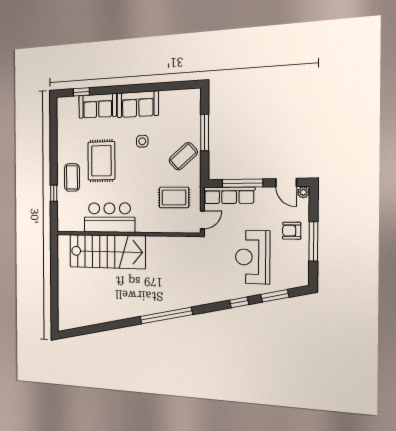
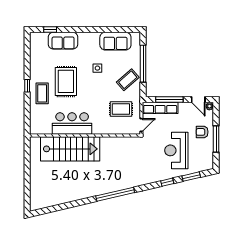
sofa: (138, 104) -> (115, 41), moved
window: (205, 133) -> (143, 64), width x1.46
window: (54, 193) -> (27, 86), moved

